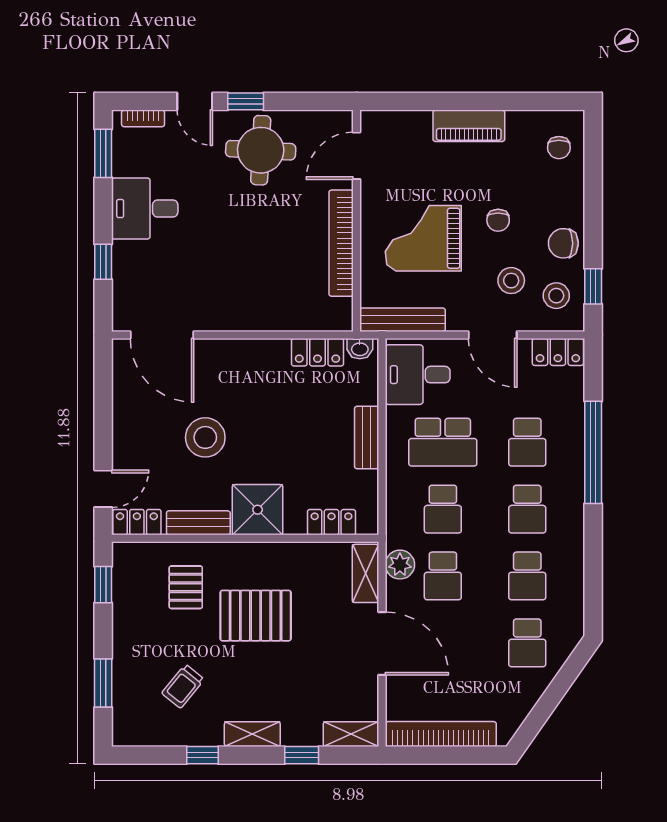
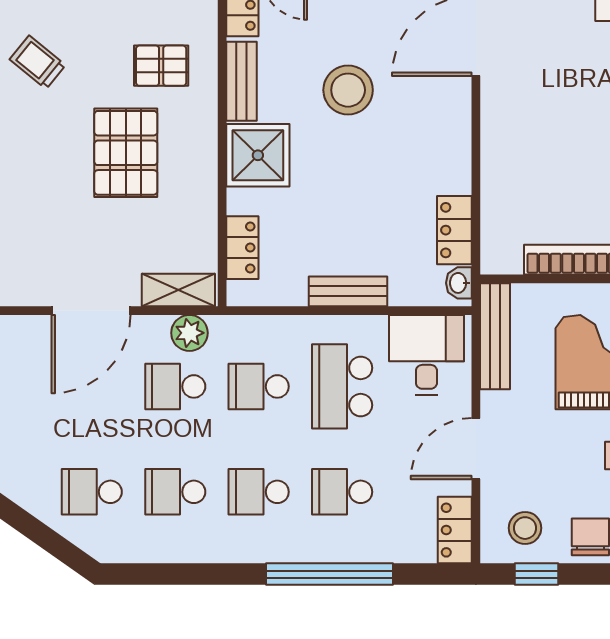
stool: (511, 281) -> (544, 472), removed

